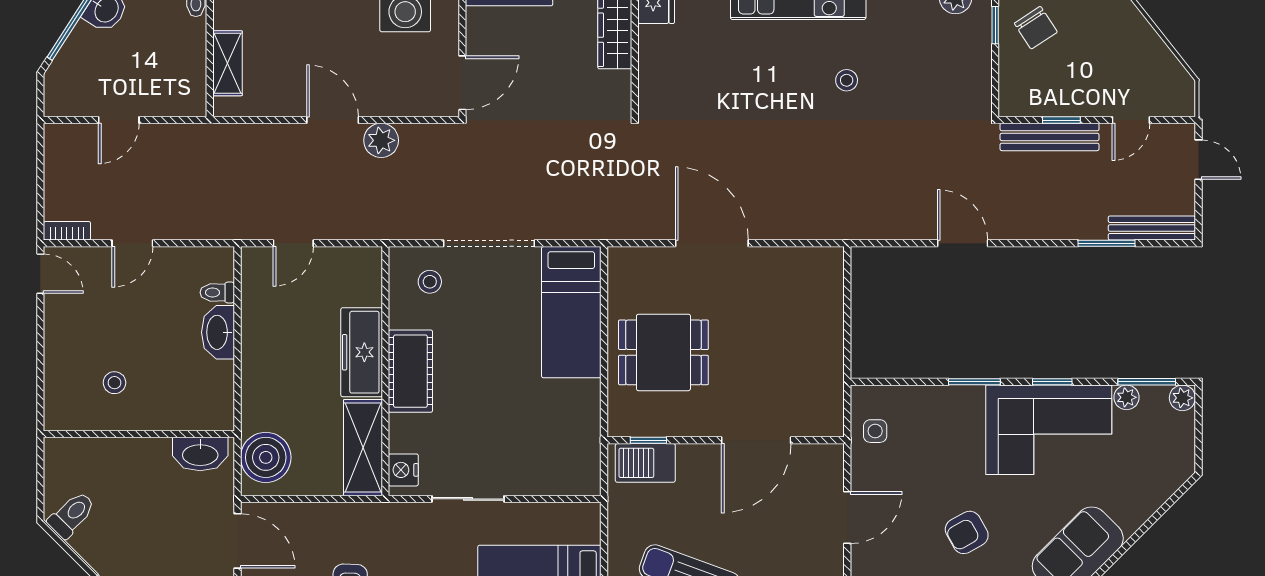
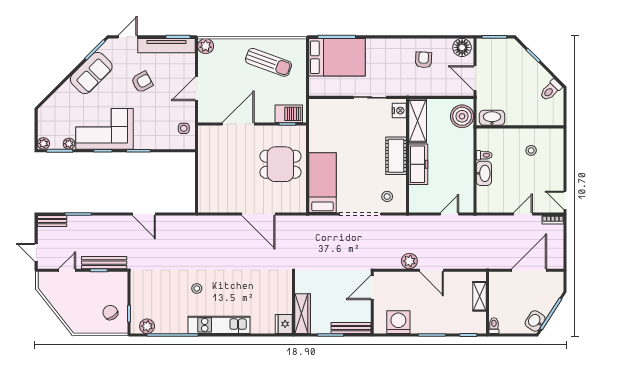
door: (119, 120) -> (529, 270), width x1.87
bench: (1152, 228) -> (52, 221), width x0.73
toilet: (217, 292) -> (484, 155), moved

